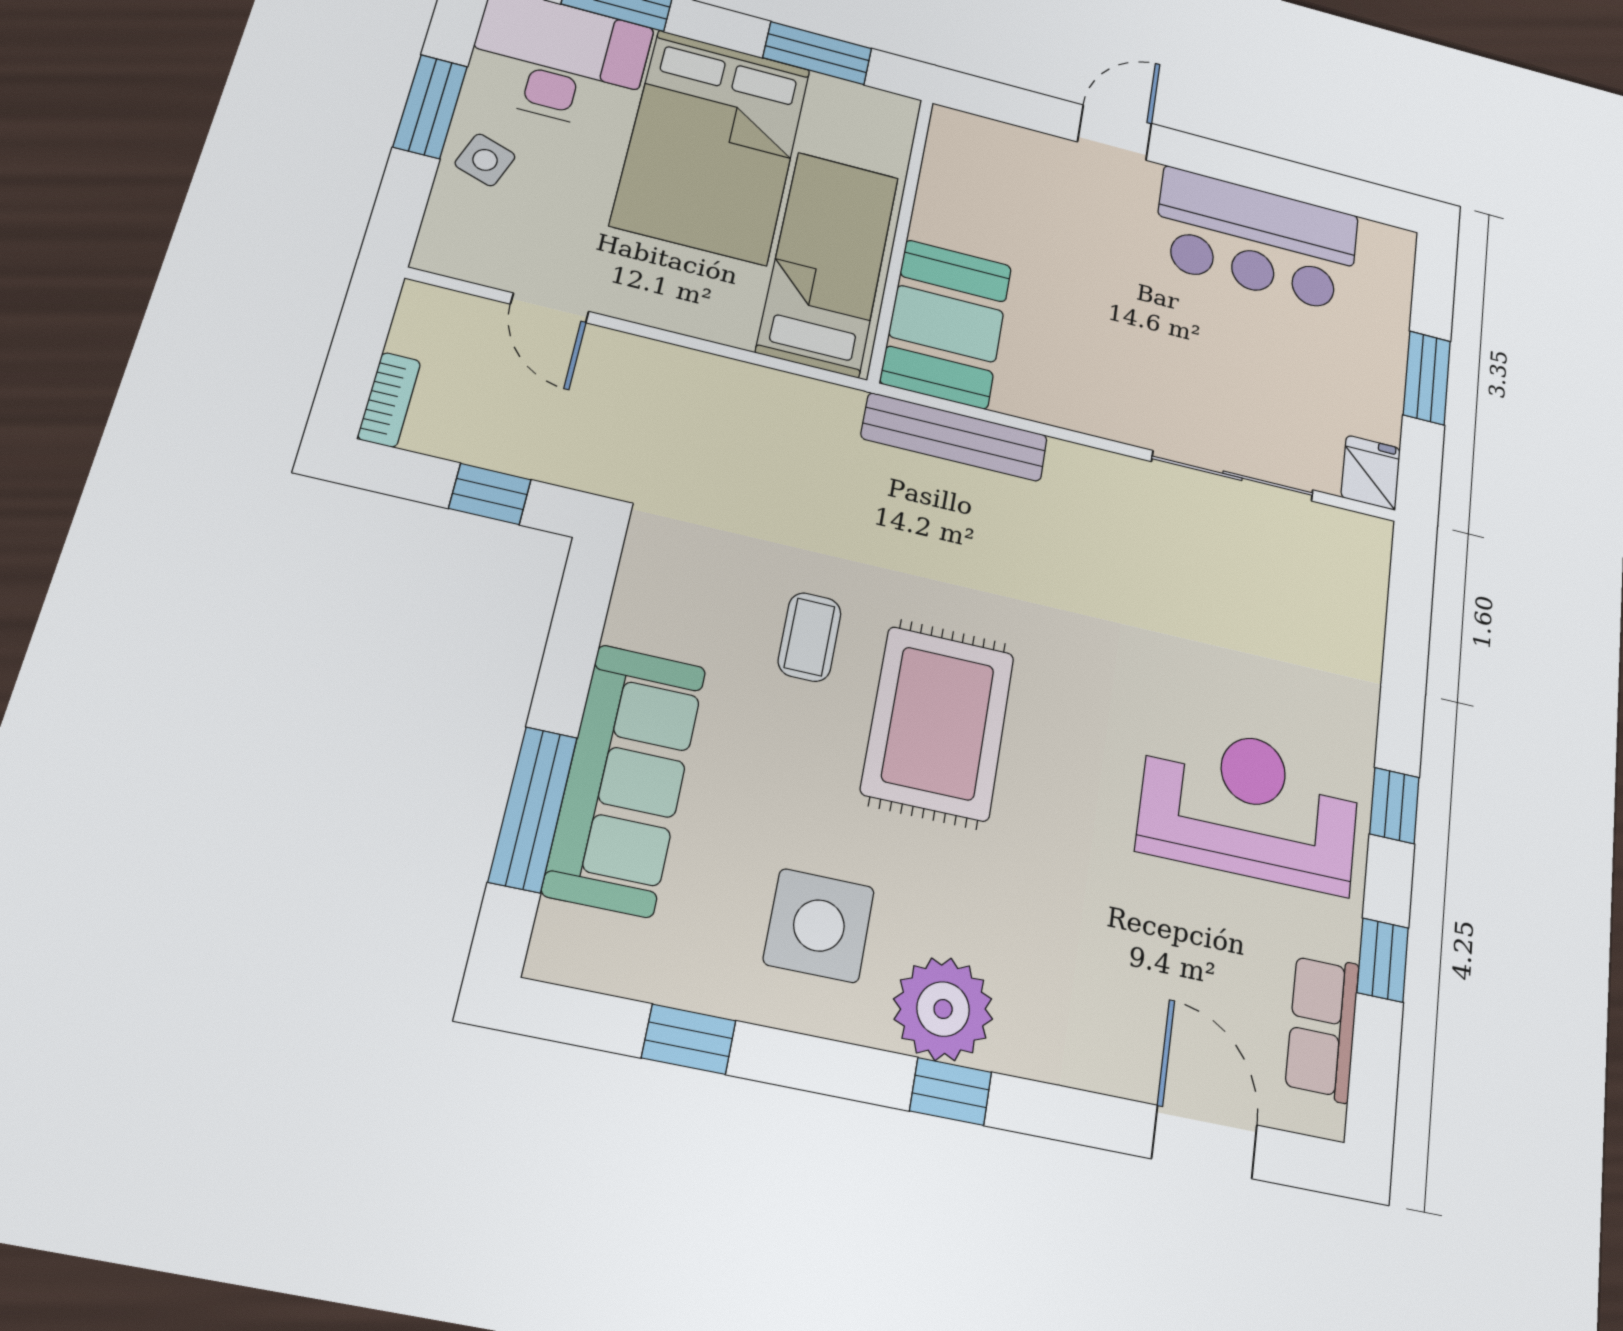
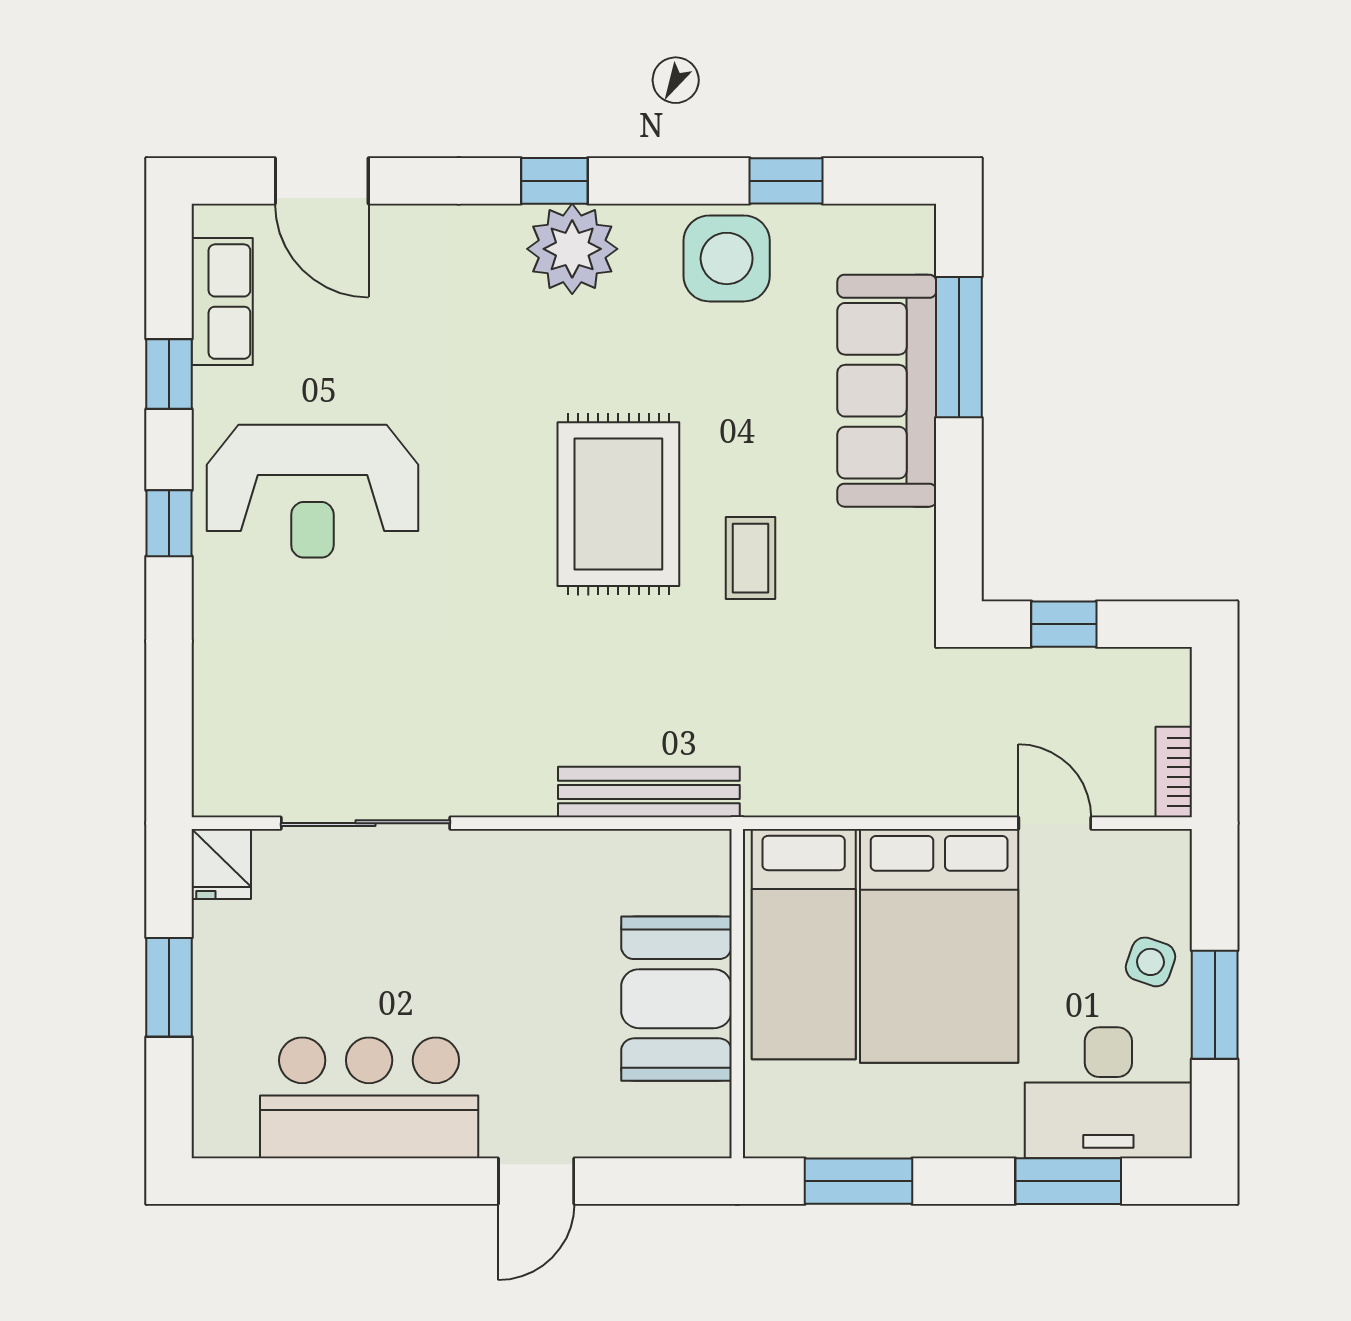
bed: (712, 146) -> (939, 946), moved, turned 180
booth: (946, 324) -> (676, 999), moved
bookcase: (389, 400) -> (1174, 772), moved
side table: (819, 926) -> (727, 258), moved

